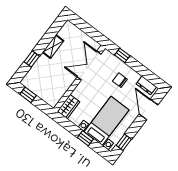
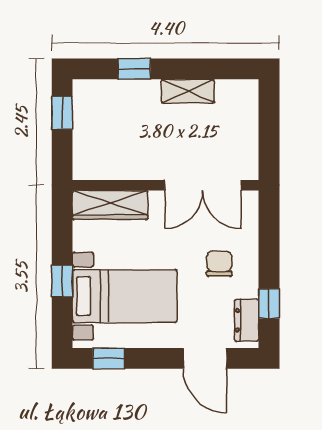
window: (122, 55) -> (269, 304), moved
double door: (89, 66) -> (203, 185), swing flipped
wardrobe: (69, 107) -> (110, 205), width x1.50
door: (149, 110) -> (205, 358), swing flipped

